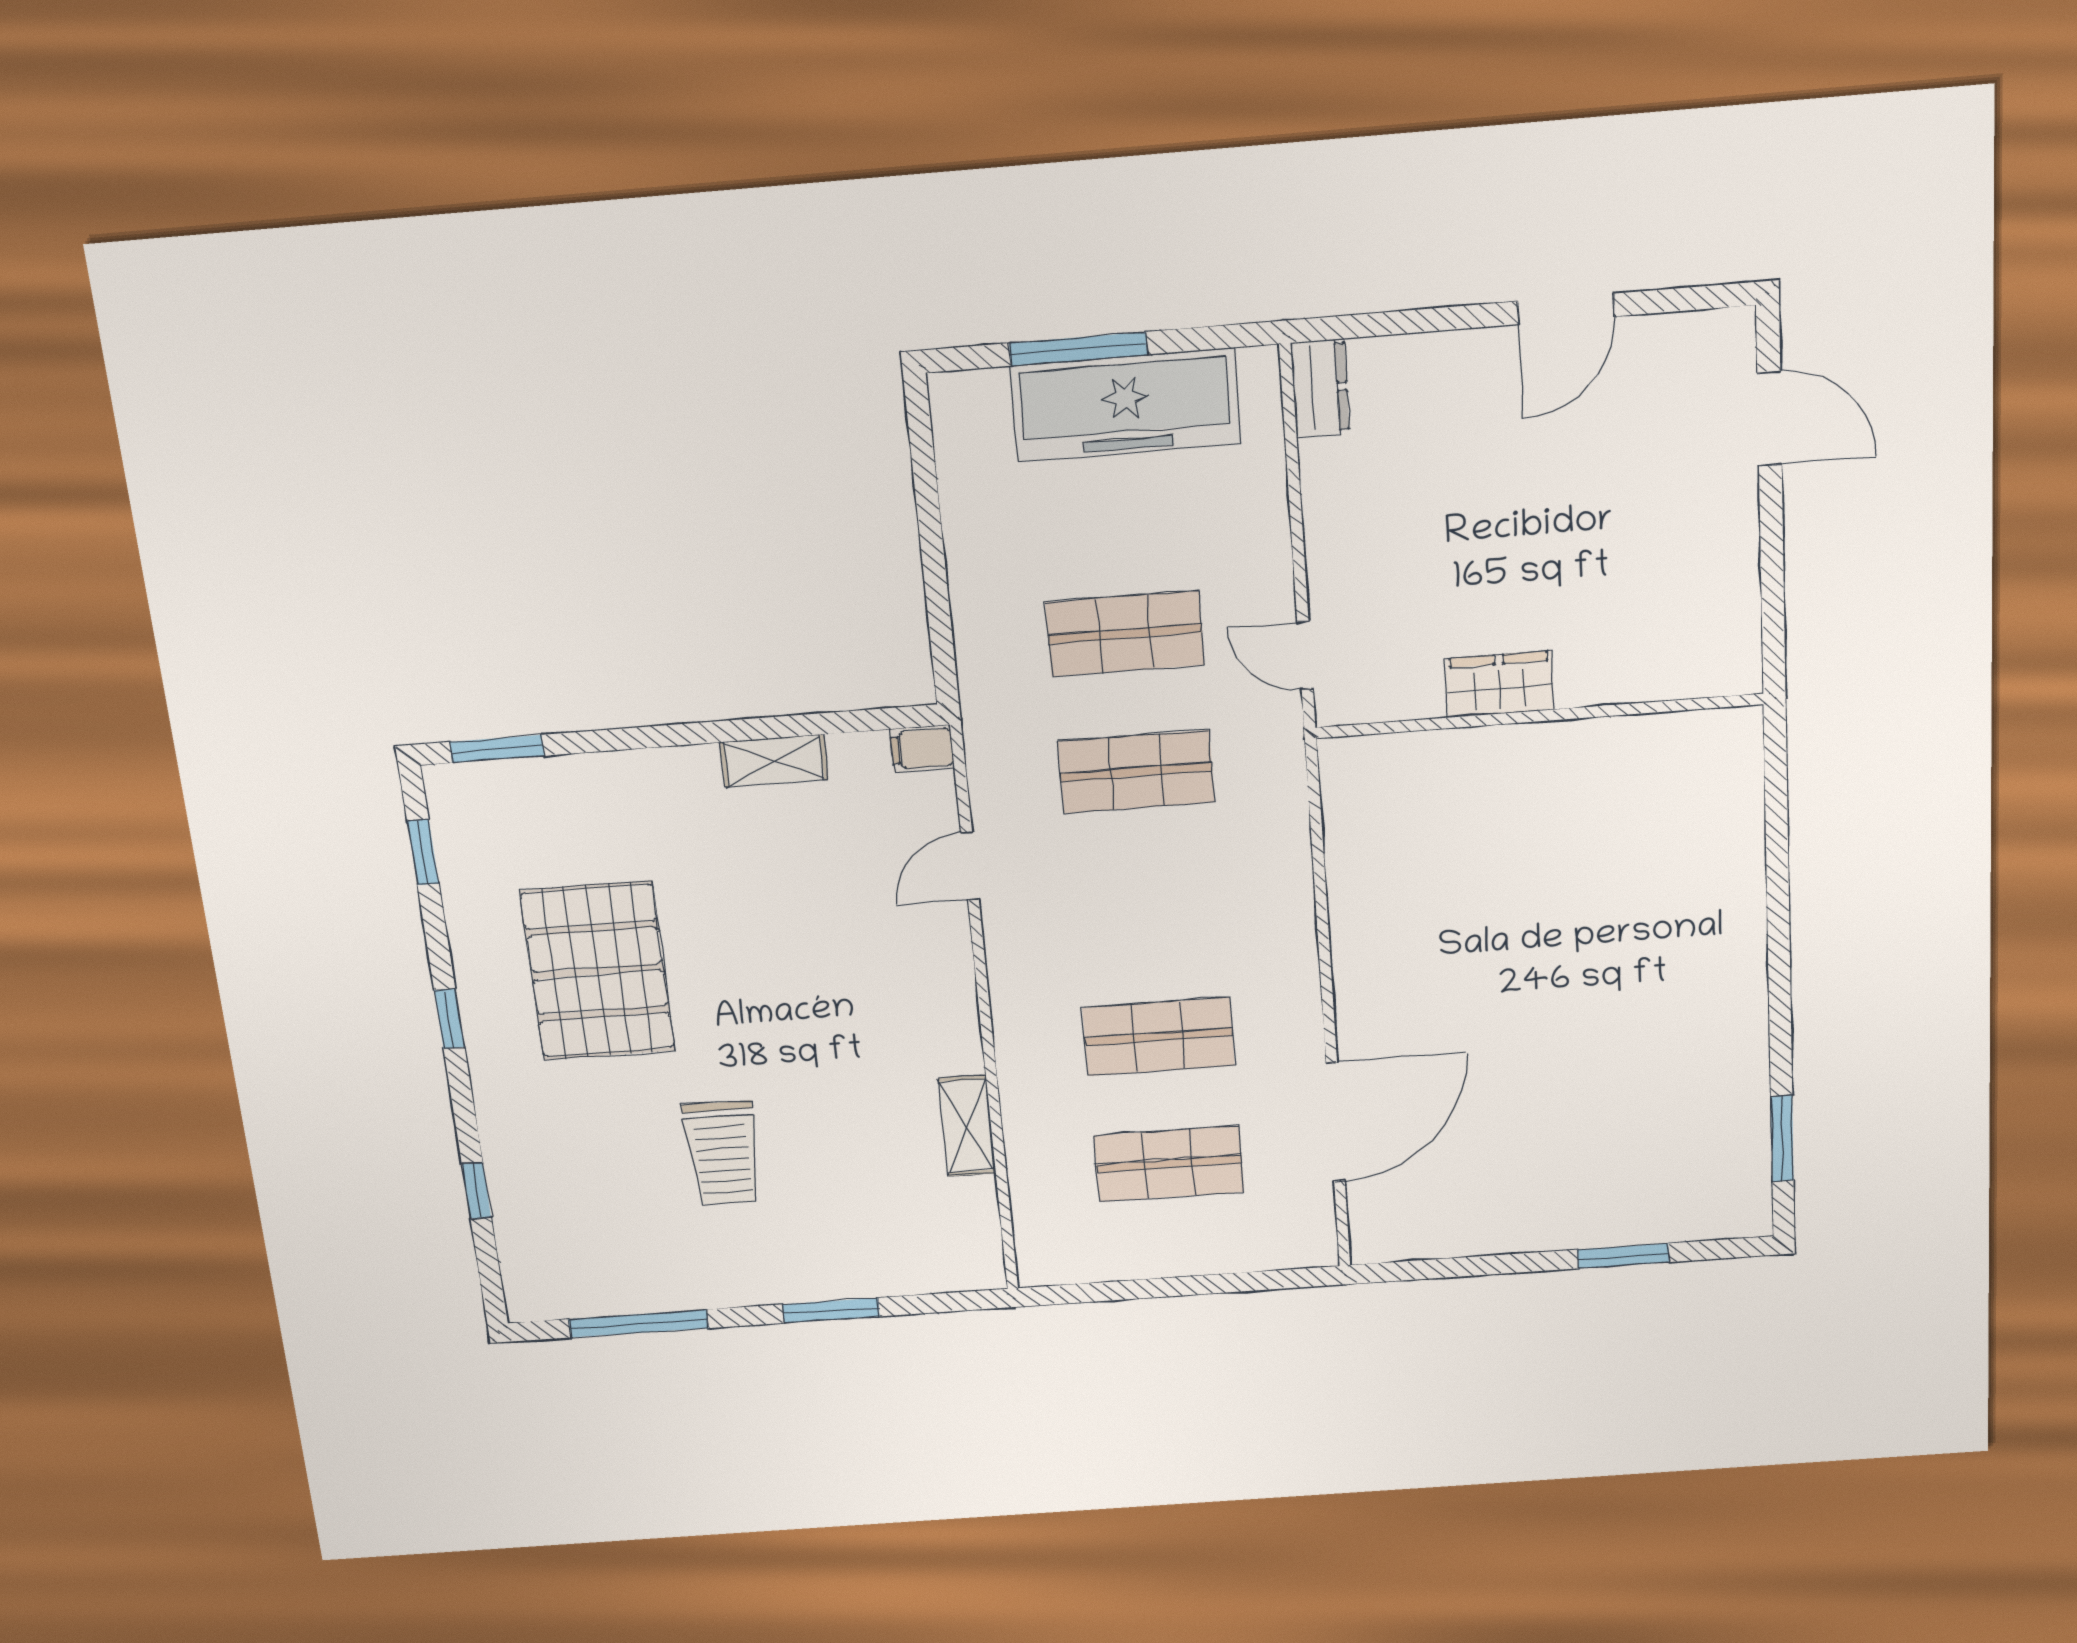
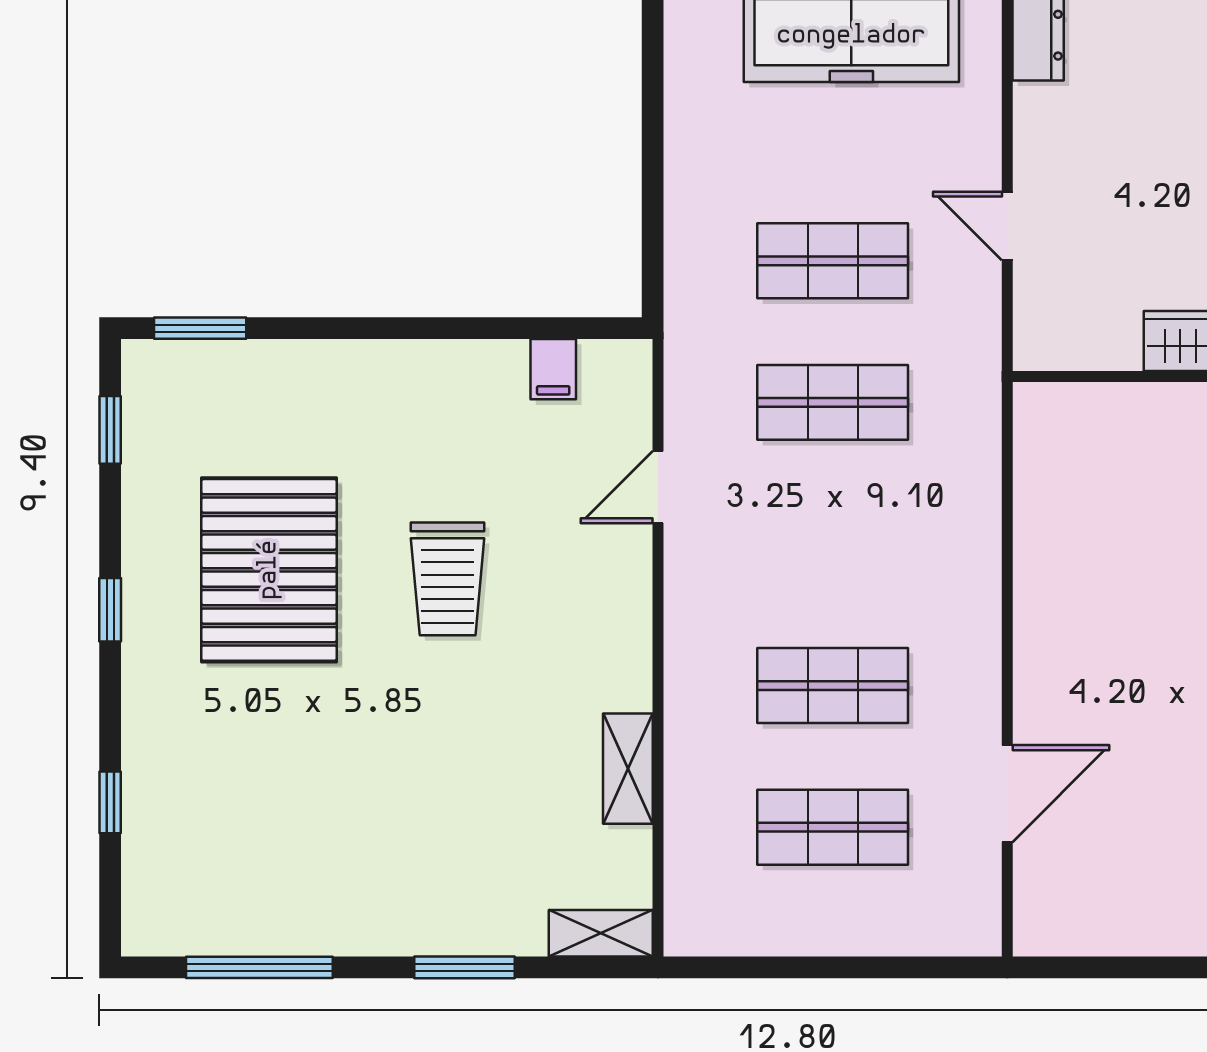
door: (1305, 656) -> (1007, 226), moved
filing cabinet: (922, 749) -> (553, 369), moved, turned -90
shelving: (774, 761) -> (601, 933), moved
door: (1336, 1122) -> (1007, 794), width x0.73
trolley: (723, 1153) -> (448, 579), moved

